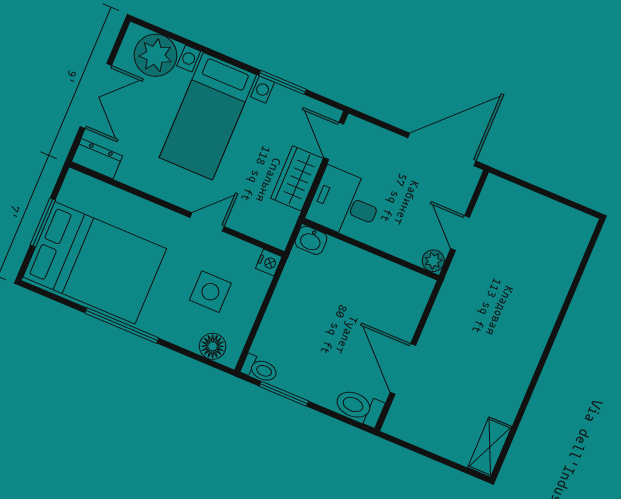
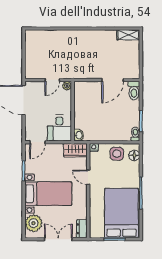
wardrobe: (297, 178) -> (75, 150), moved
side table: (210, 292) -> (117, 154), moved

